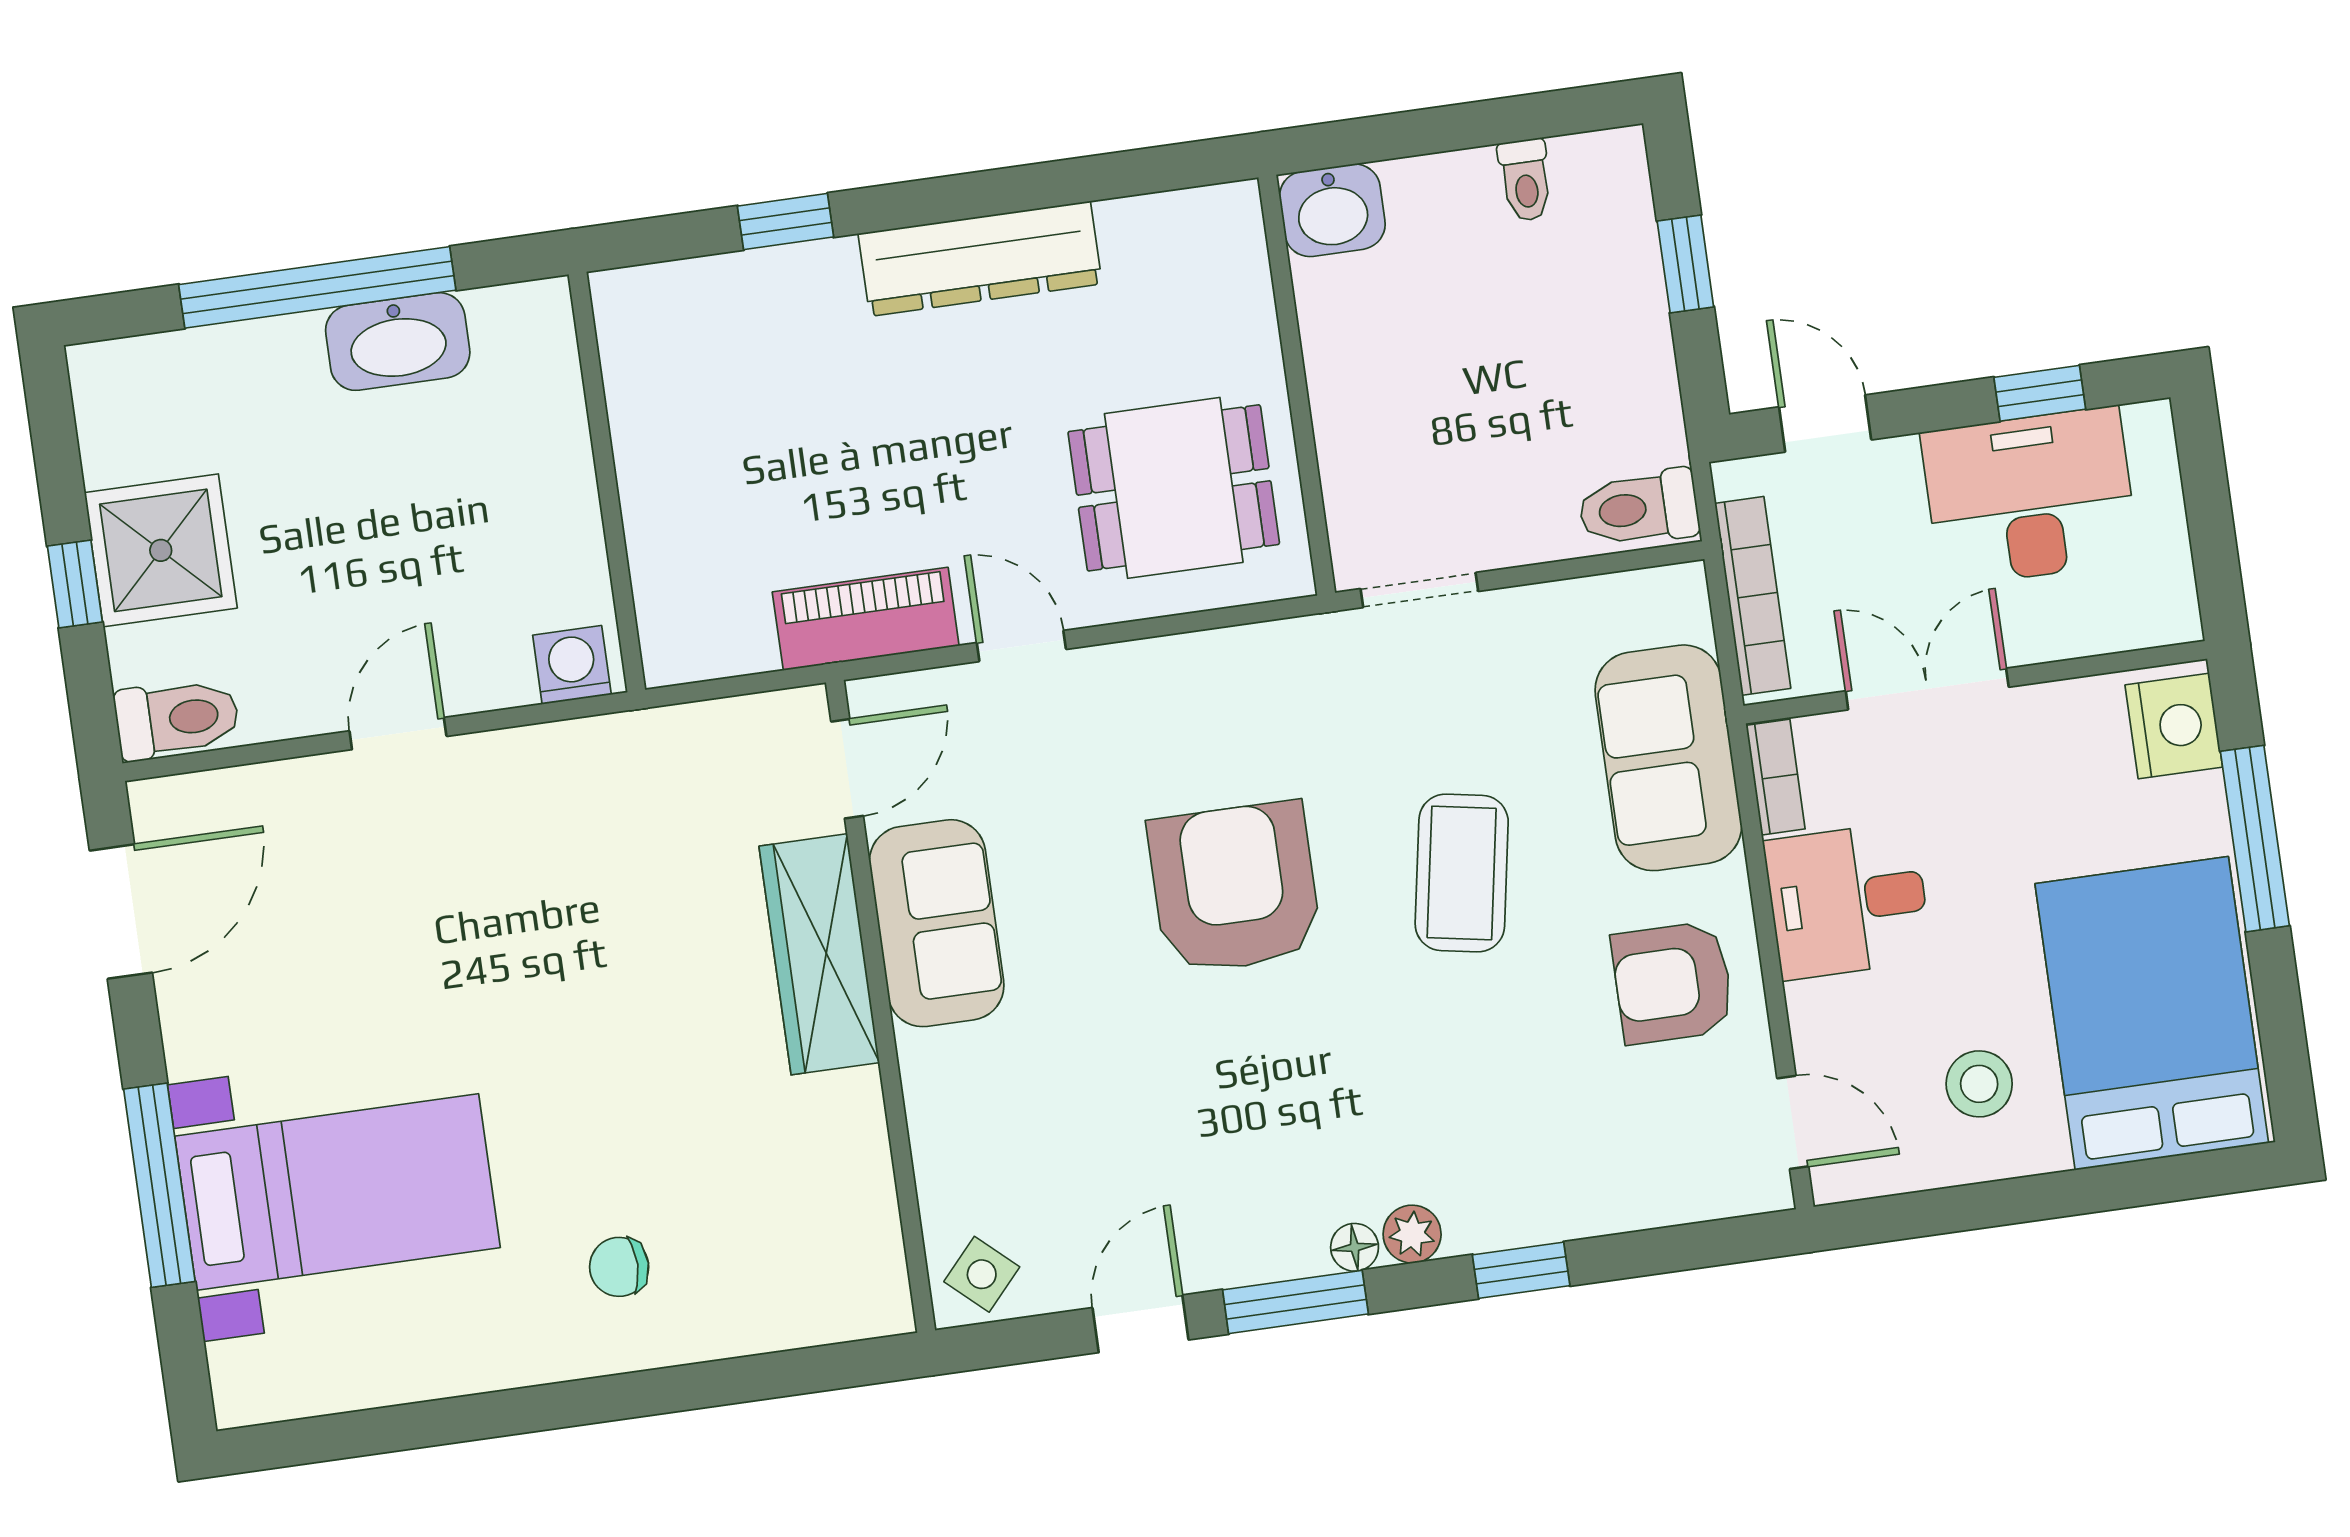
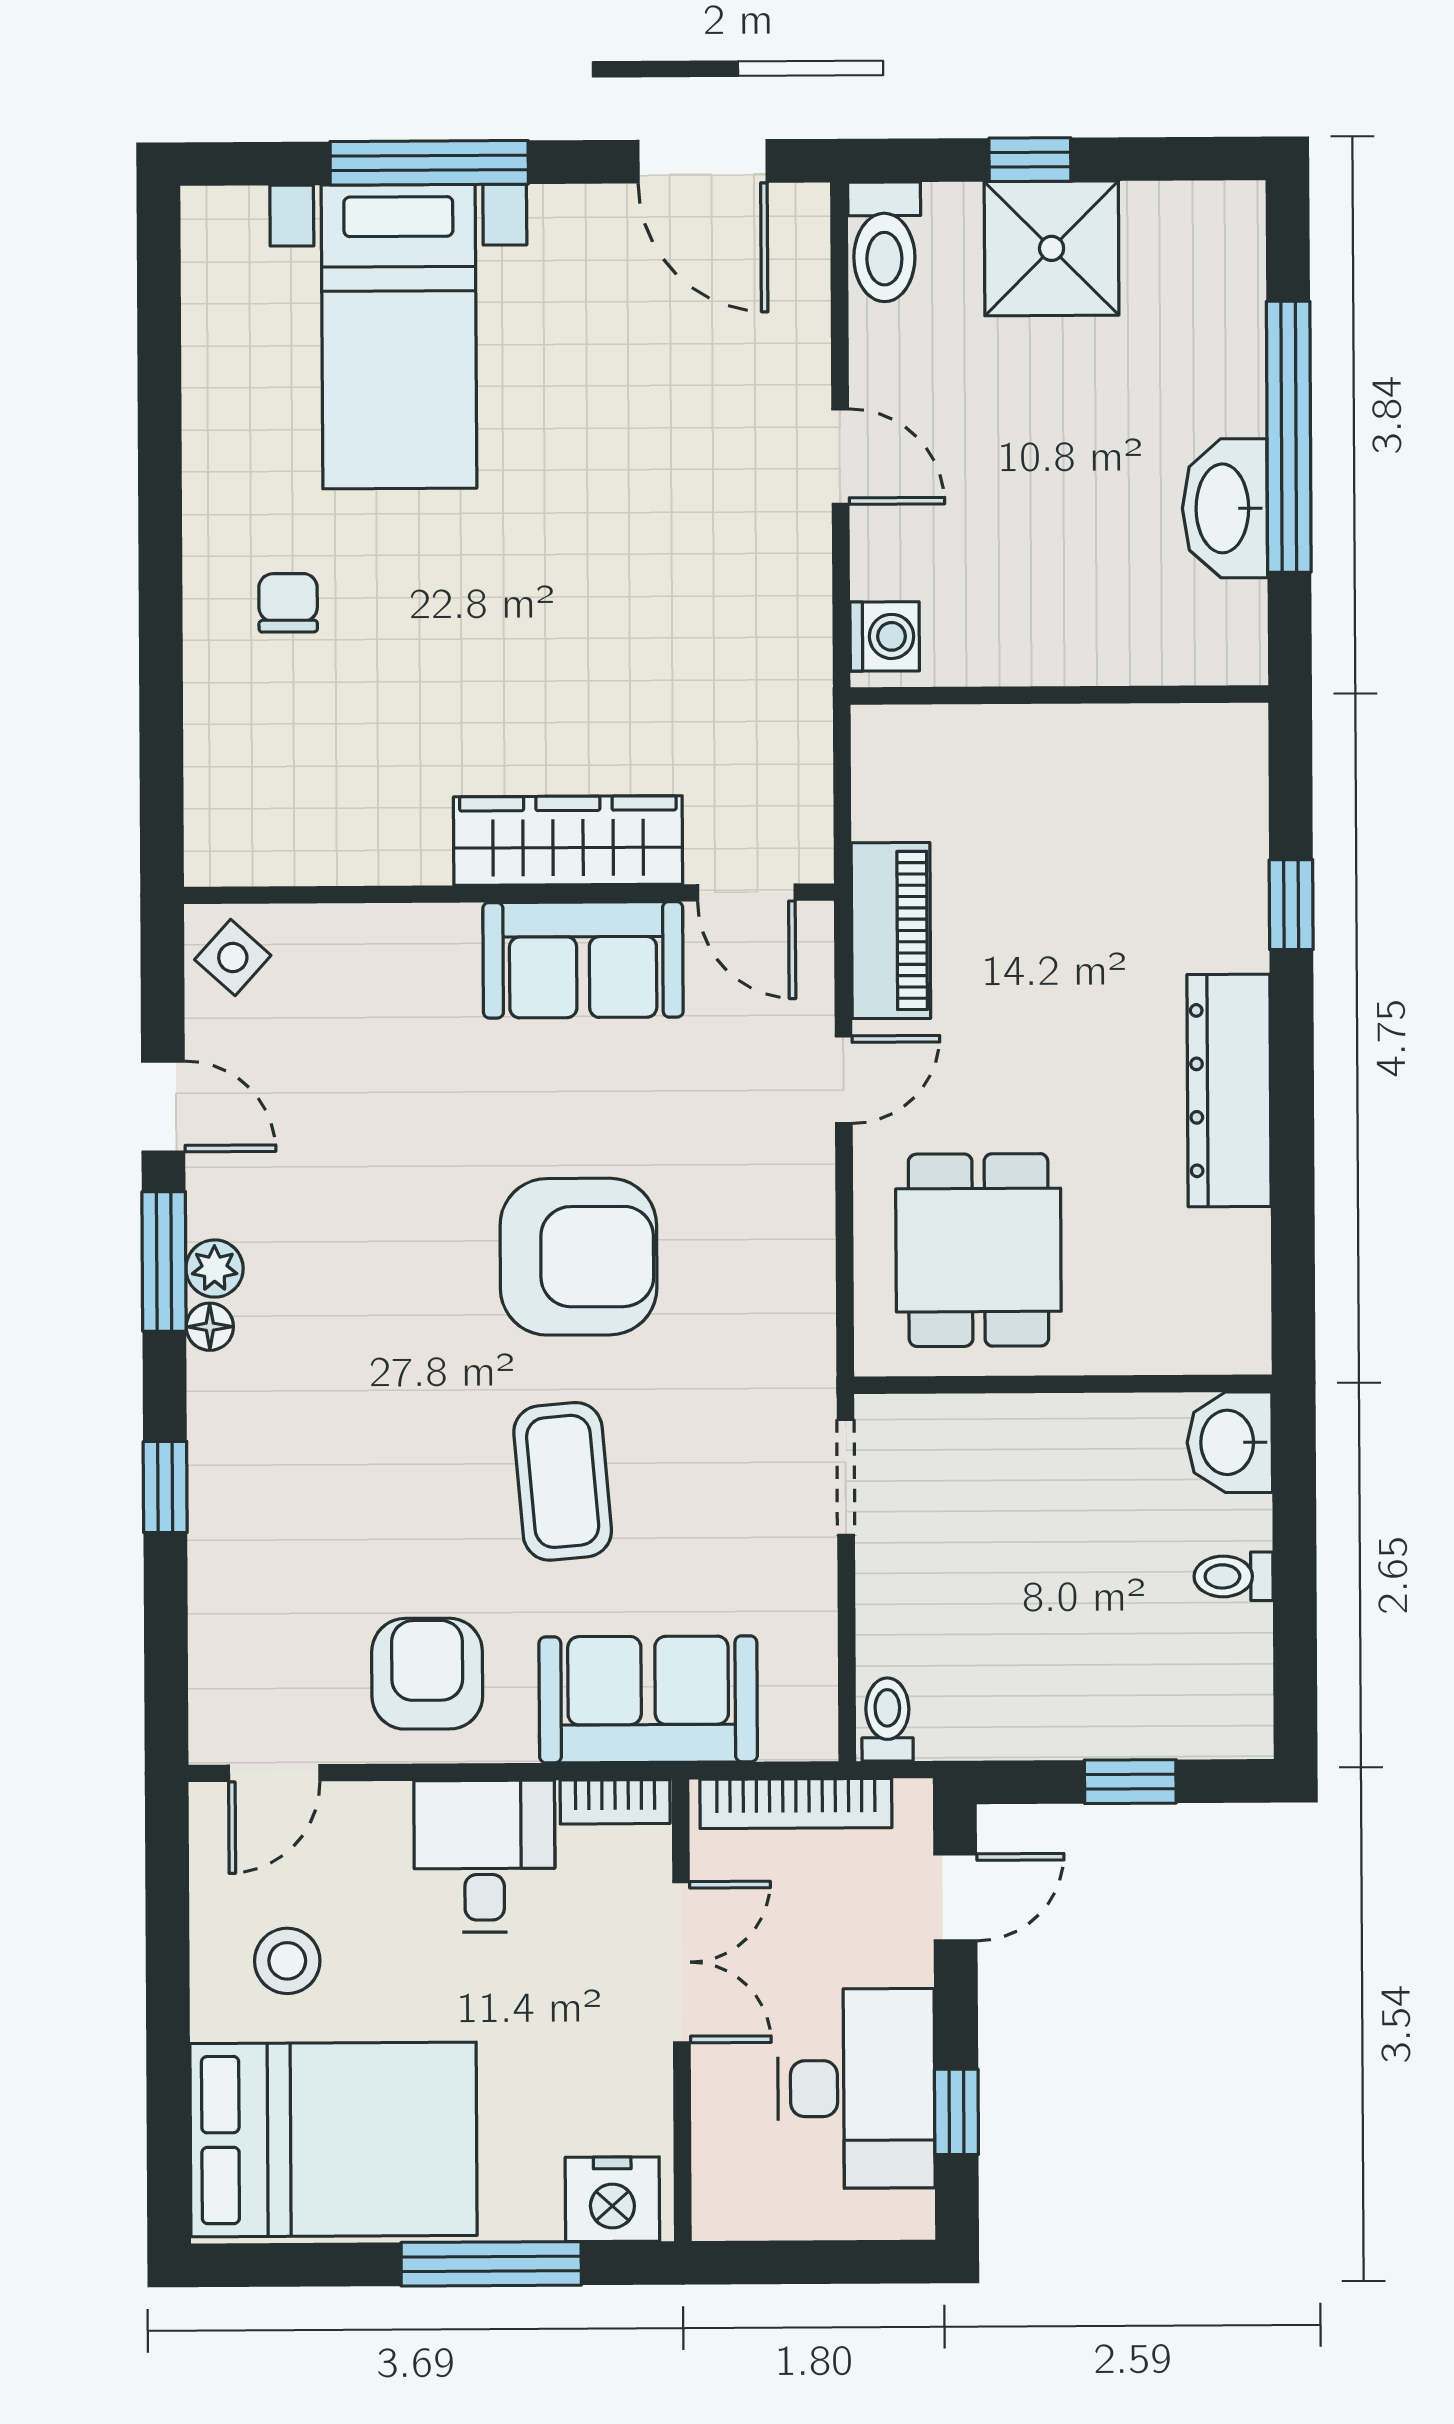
toilet: (1525, 180) -> (1233, 1576), moved
toilet: (1639, 508) -> (887, 1719), width x0.73, depth x0.72
coffee table: (1462, 873) -> (563, 1481), turned 75
plant: (1412, 1234) -> (214, 1269), moved

